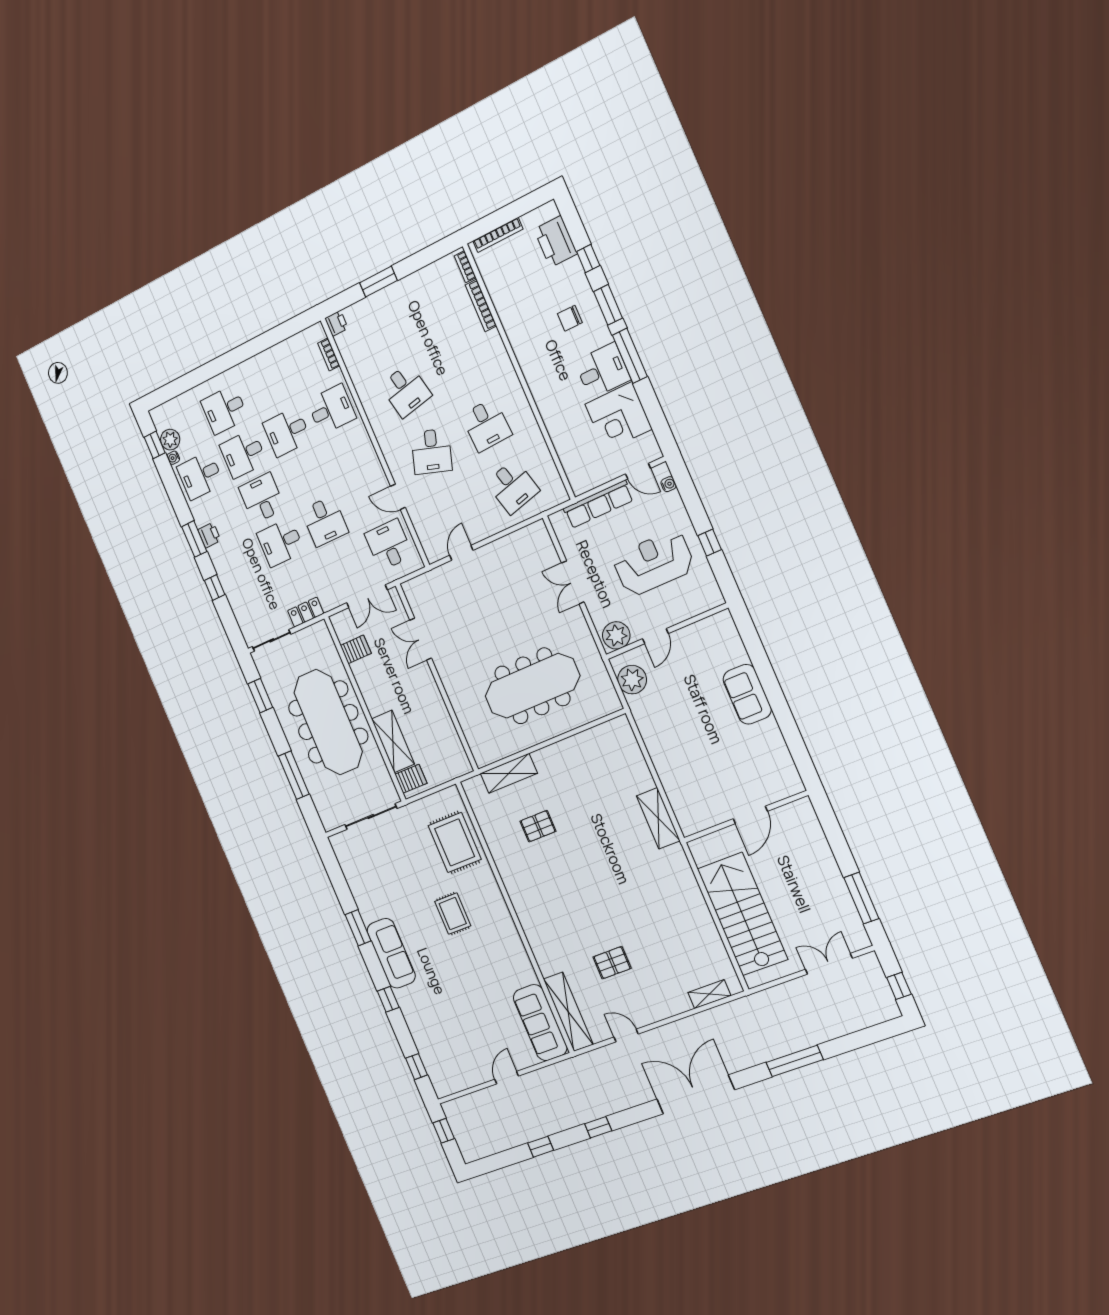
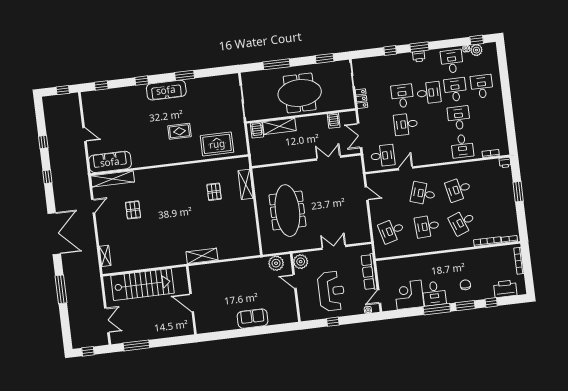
desk: (460, 363) -> (462, 222), added
meeting table: (328, 722) -> (300, 93), width x0.73

